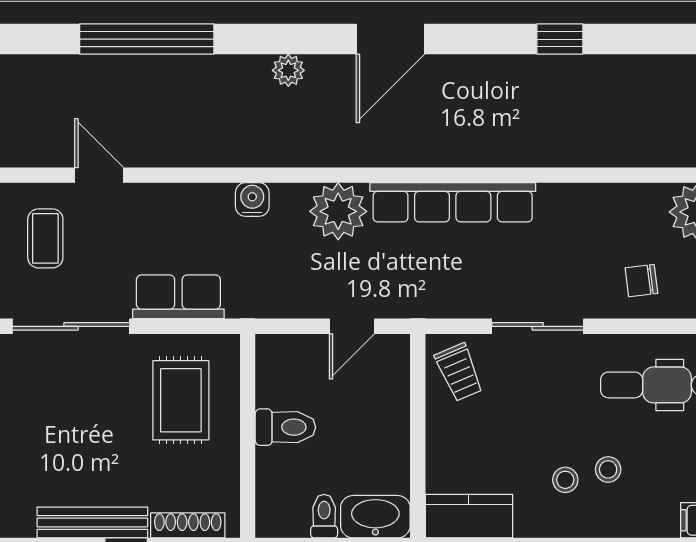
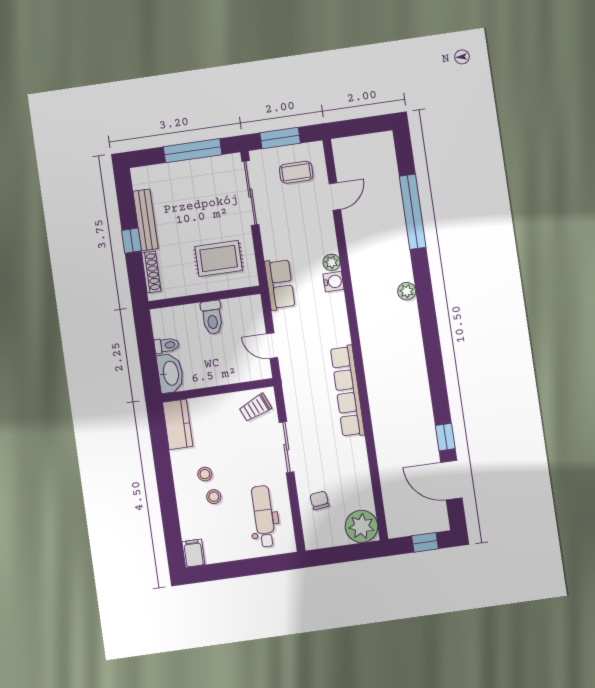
door: (390, 39) -> (451, 480), moved
plant: (338, 211) -> (332, 262), moved, width x0.53, depth x0.53
row of seats: (178, 297) -> (280, 284), moved

